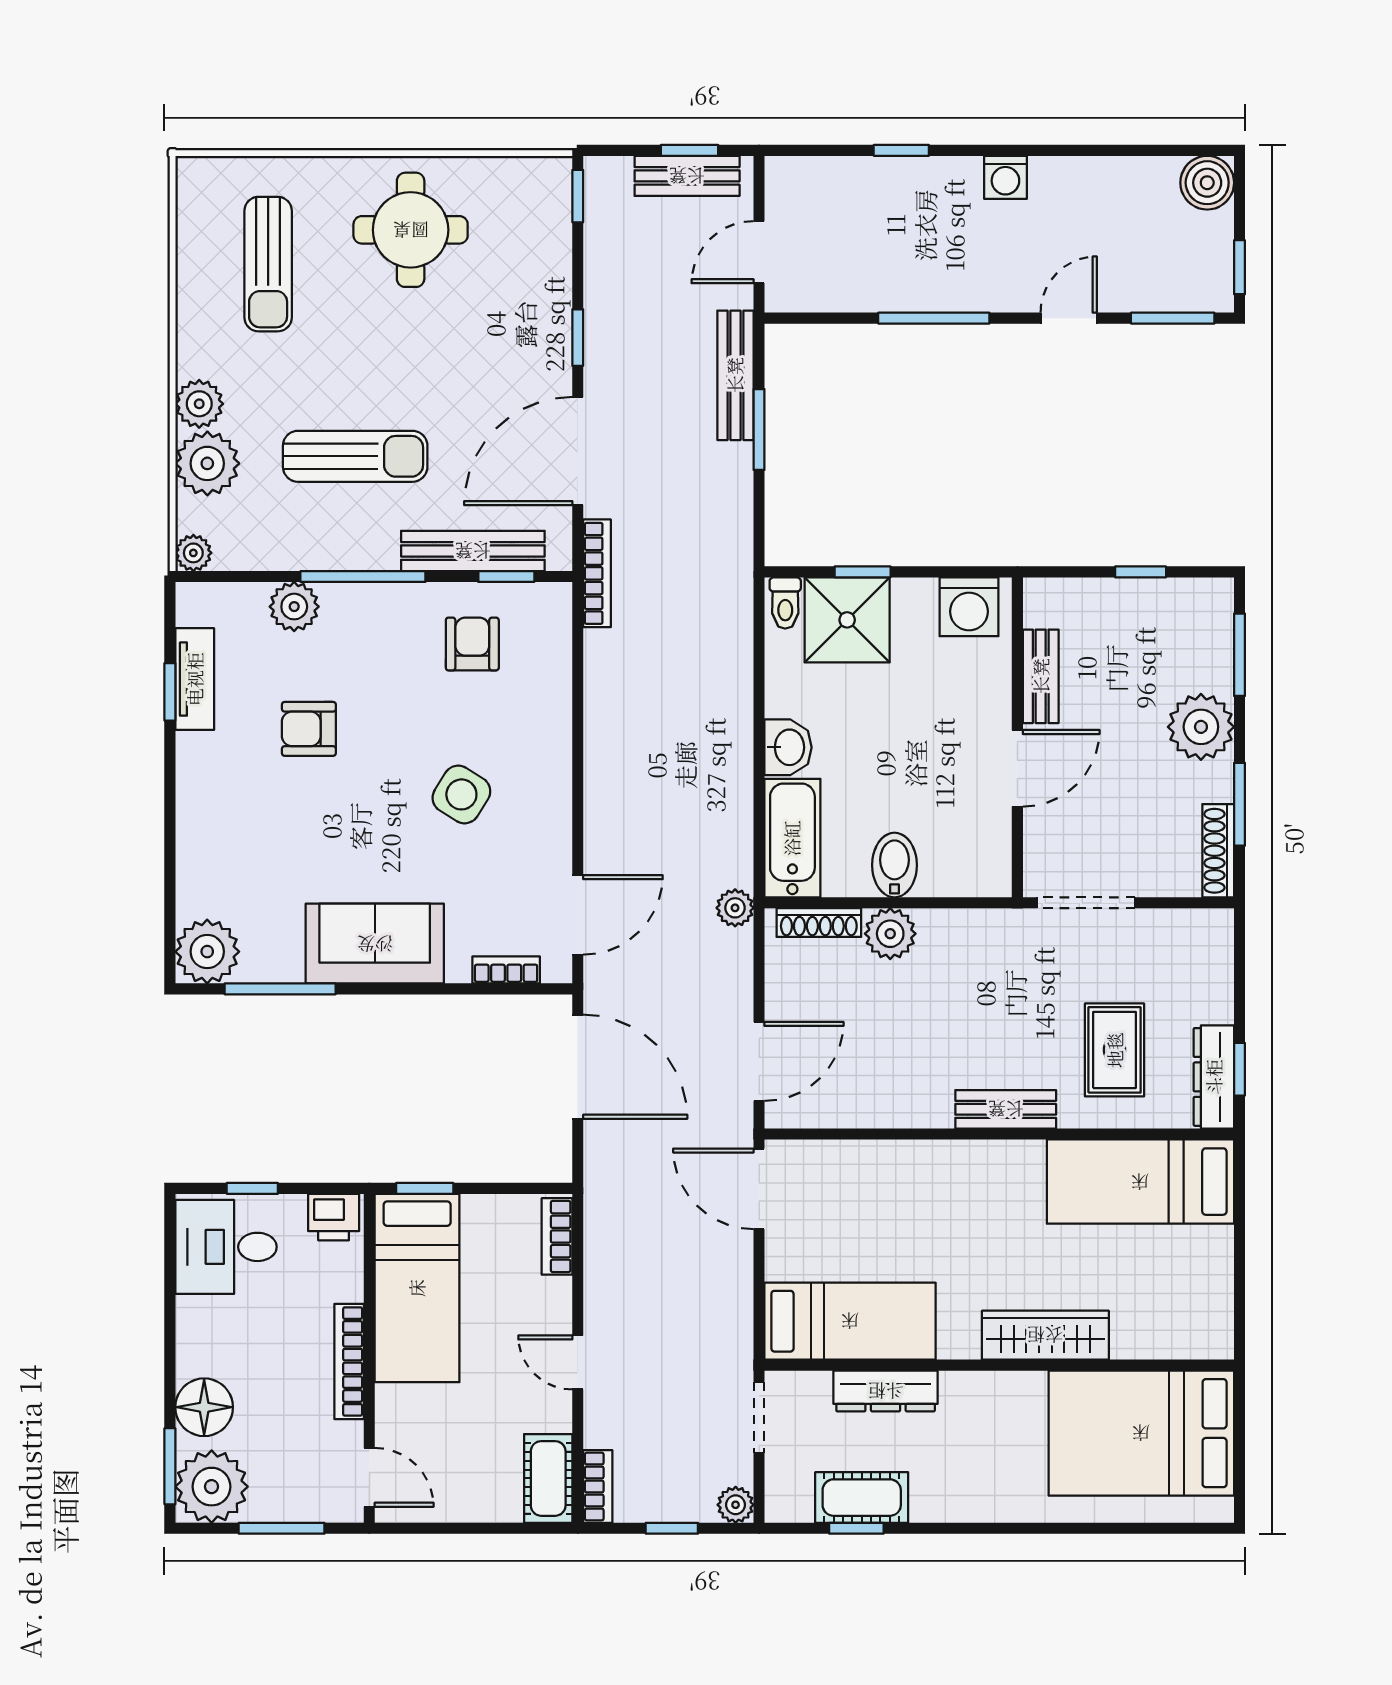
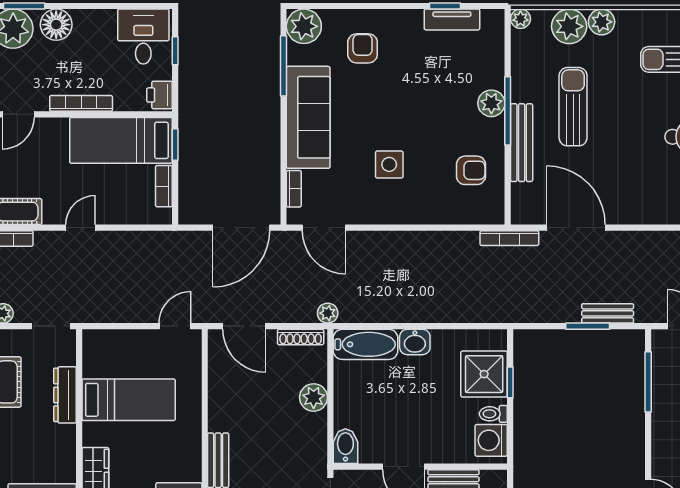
window: (934, 318) -> (648, 382), moved
window: (578, 338) -> (638, 228), removed
bench: (735, 375) -> (608, 313), width x0.73
sun lounger: (355, 456) -> (573, 107), turned 180
bench: (473, 551) -> (522, 143), moved
window: (506, 576) -> (508, 189), removed
toilet: (785, 603) -> (493, 414), moved
plant: (294, 607) -> (491, 103), moved
armchair: (309, 729) -> (363, 48), moved
side table: (461, 794) -> (389, 164), turned -32
bidet: (894, 865) -> (345, 446), moved, turned -90
shoe rack: (819, 923) -> (301, 337), moved, turned -90
sofa: (375, 944) -> (308, 117), width x1.36
door: (759, 1189) -> (175, 326), width x0.73
bookcase: (557, 1236) -> (164, 186), moved, turned -90
bed: (850, 1321) -> (129, 400), moved, turned -90

